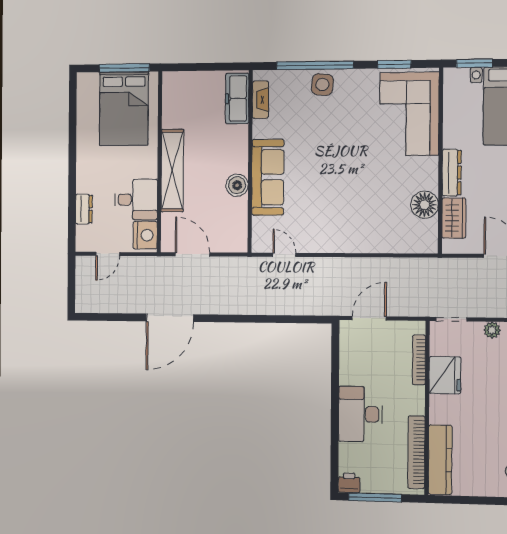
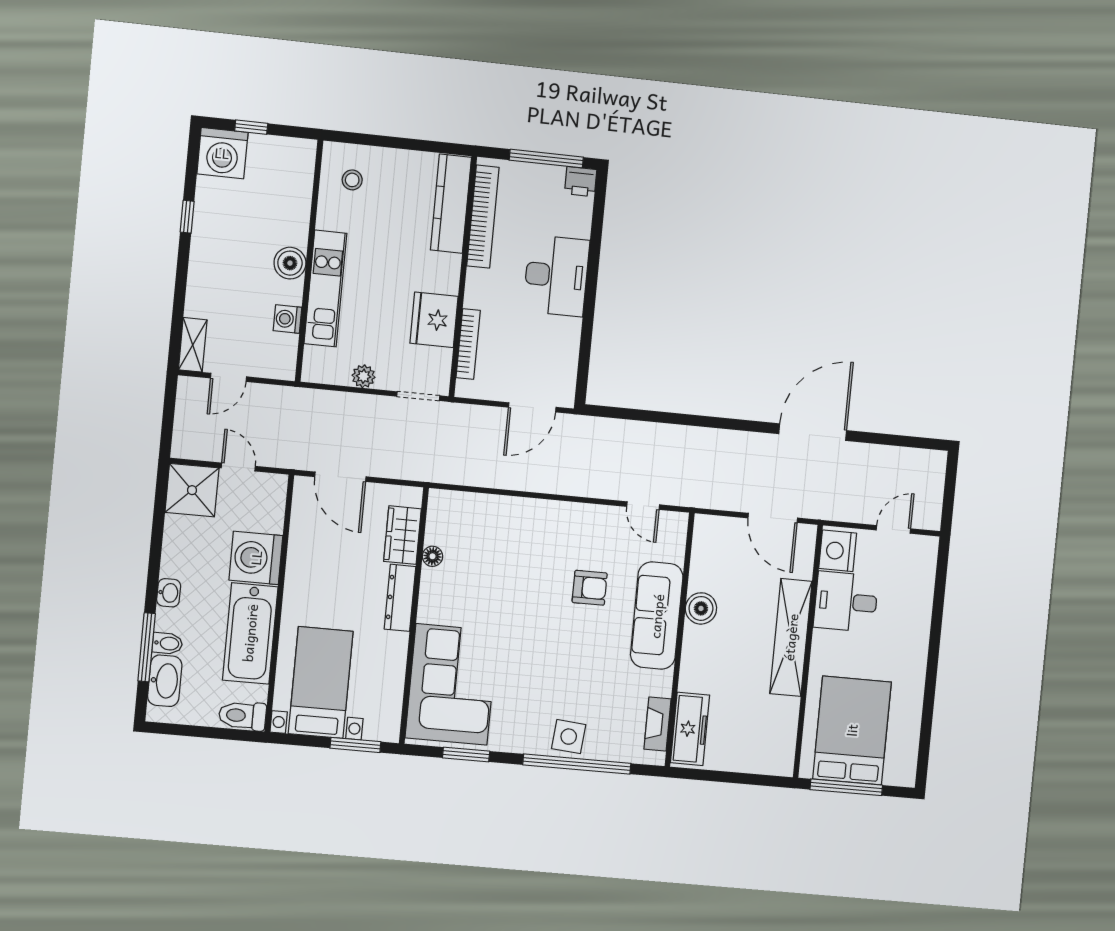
armchair: (317, 193) -> (590, 588), added
floor lamp: (425, 205) -> (433, 556), width x0.53, depth x0.53
dresser: (84, 209) -> (922, 595), removed

